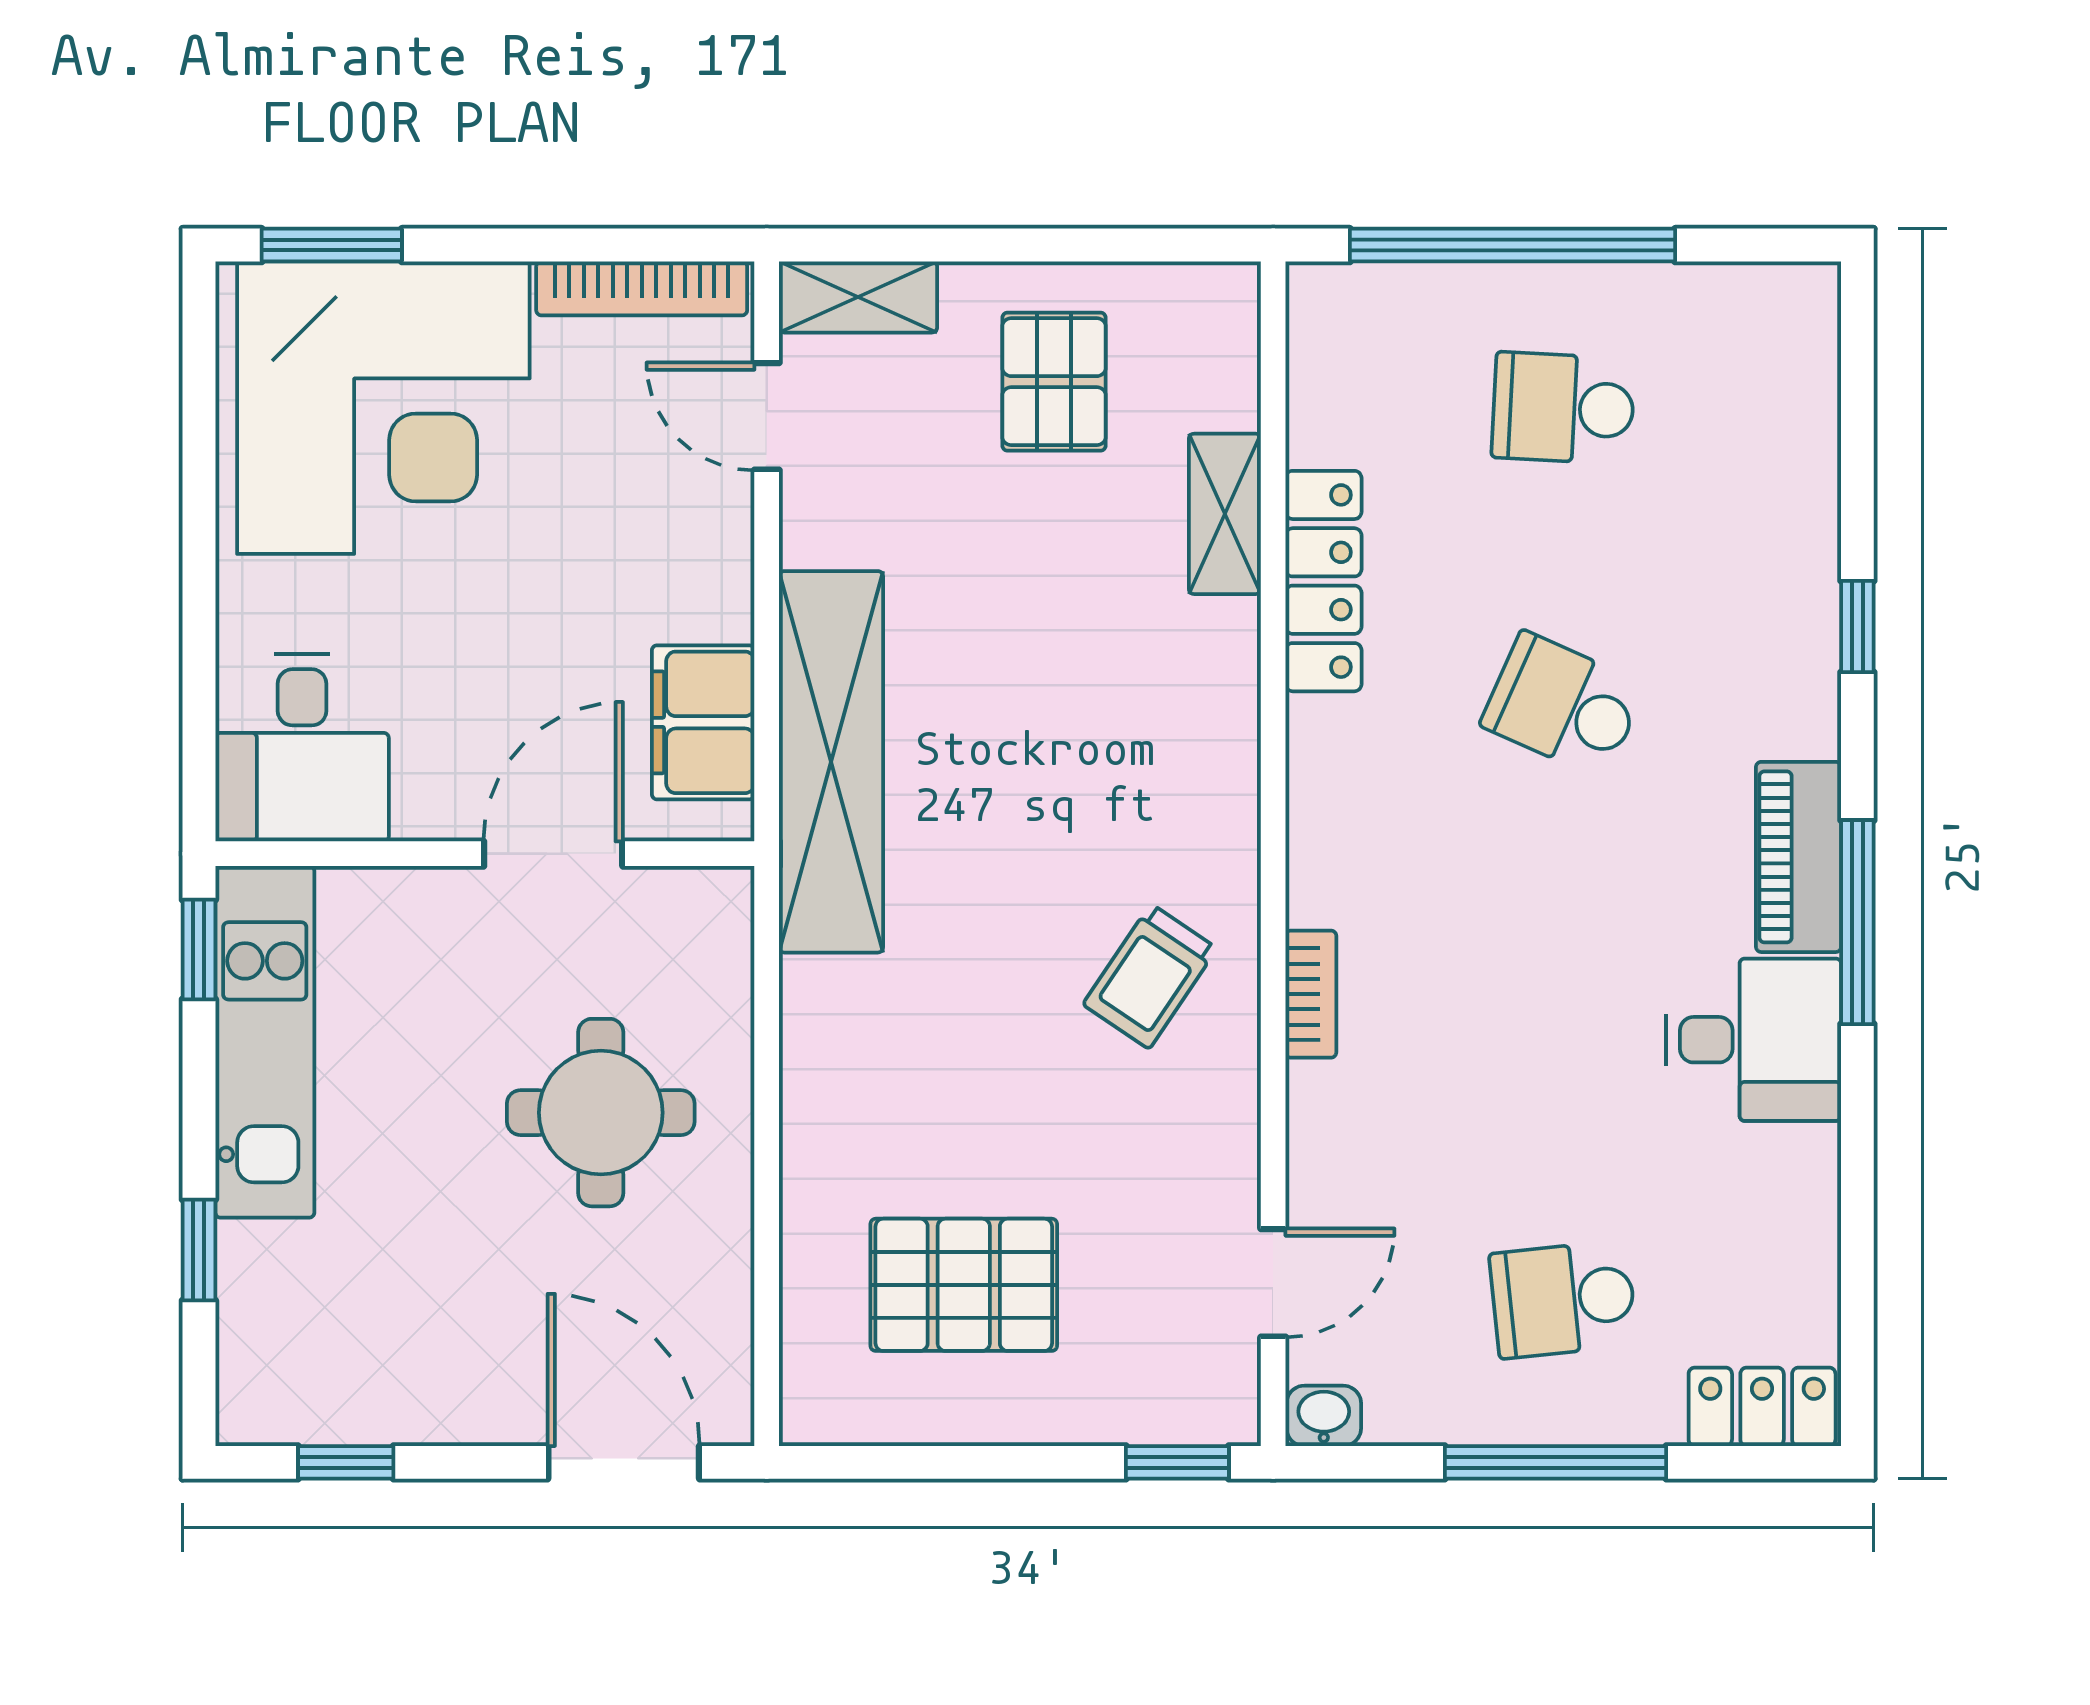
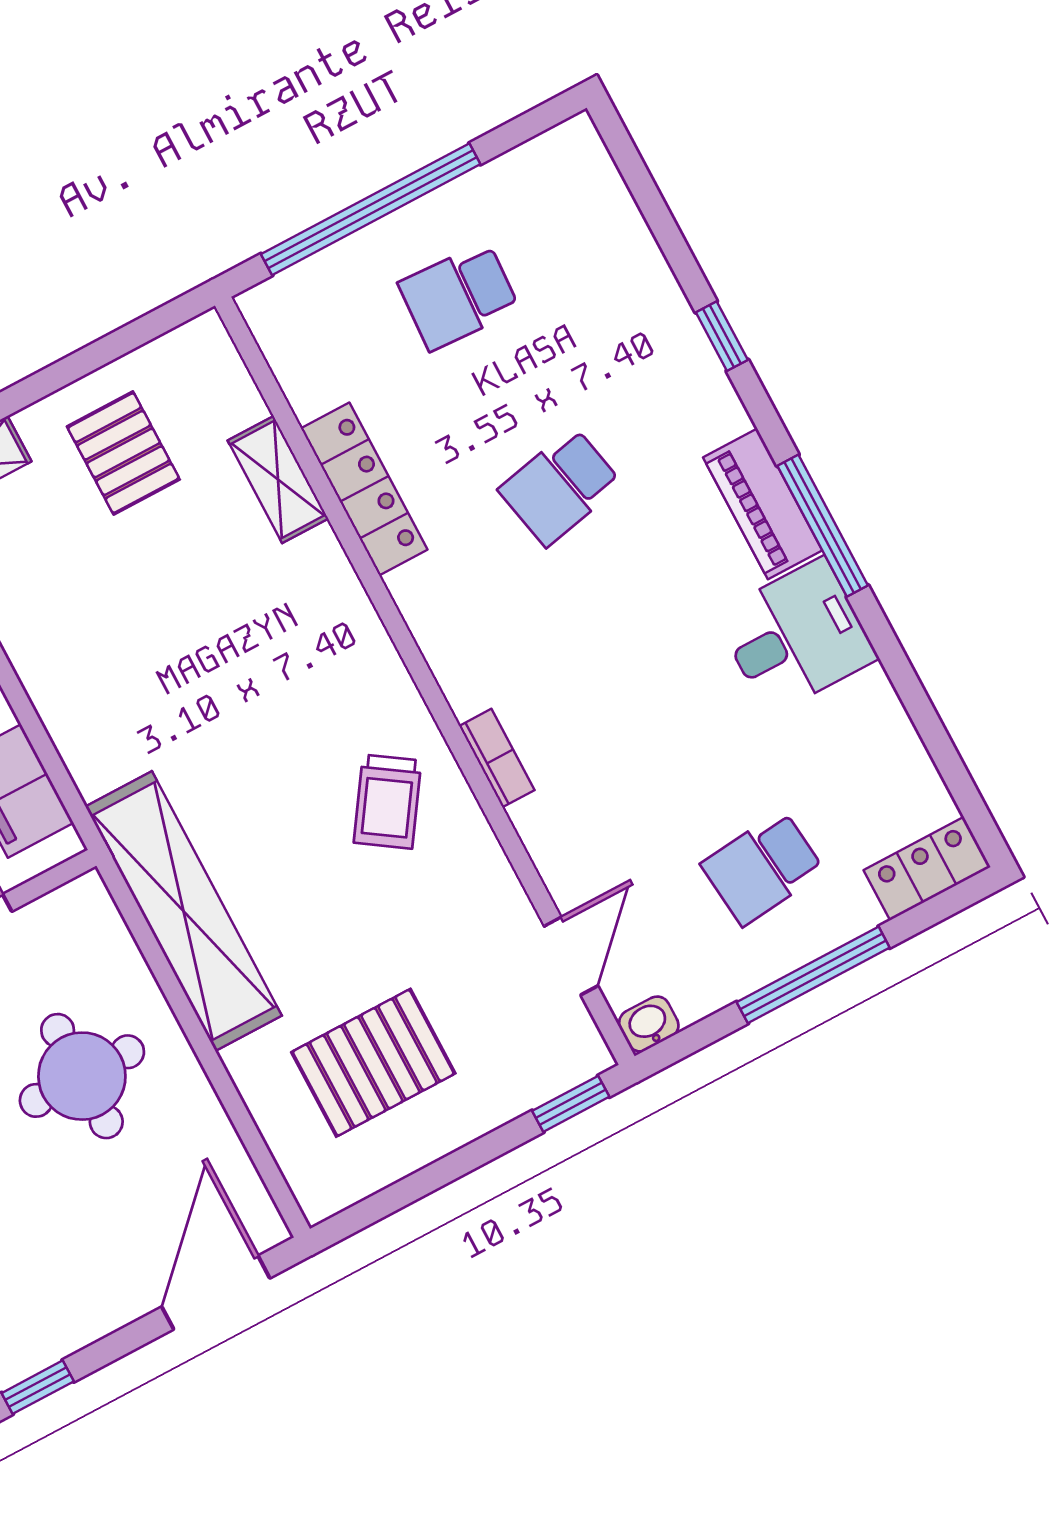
school desk: (1563, 705) -> (560, 487), turned -36
shelving: (831, 762) -> (184, 911), moved
door: (624, 1462) -> (216, 1292), hinge flipped

